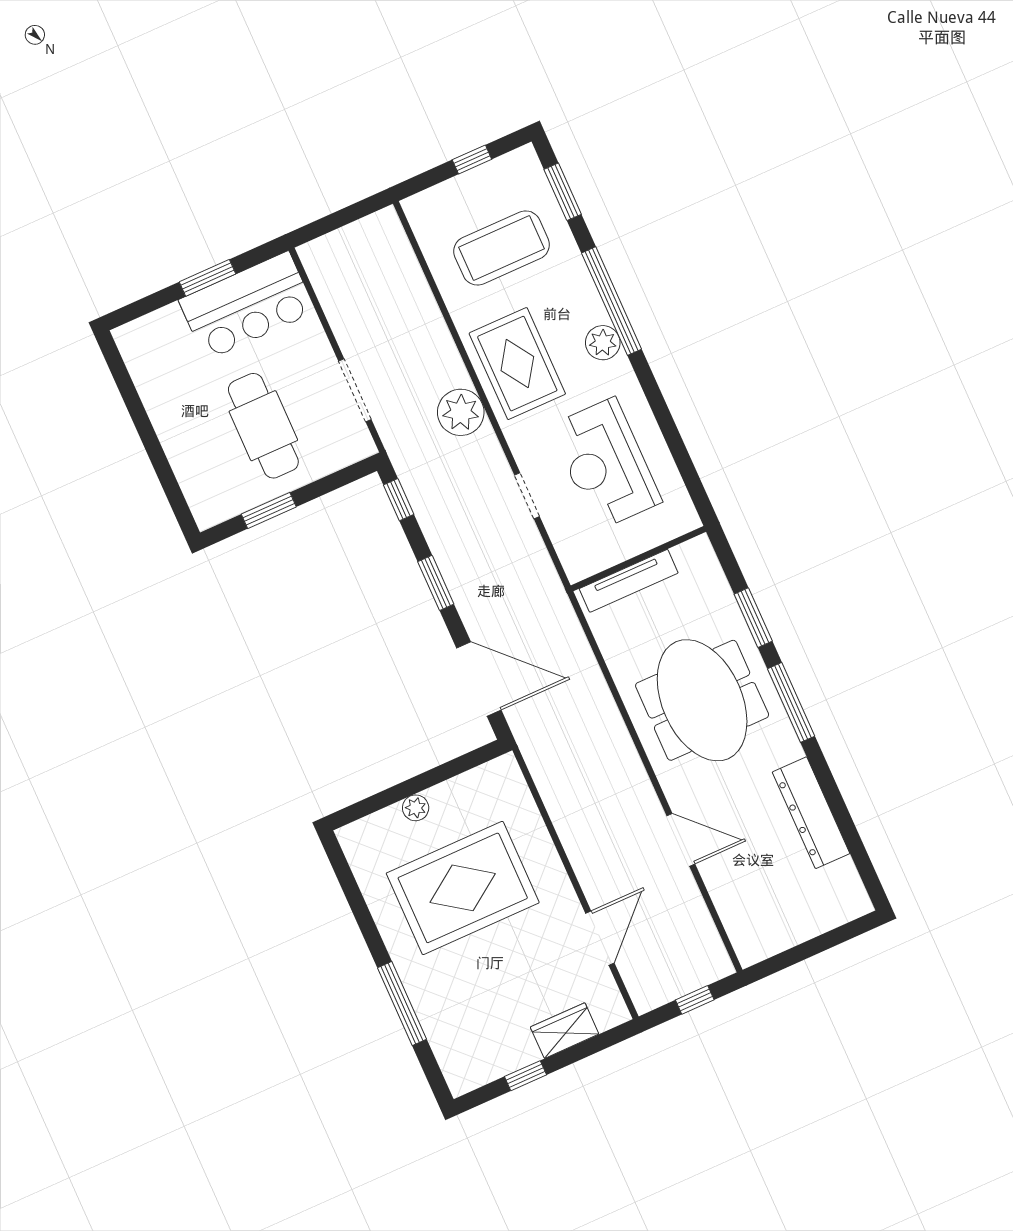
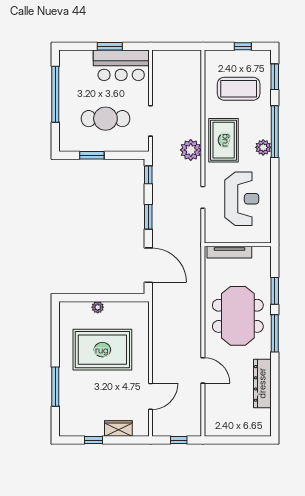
window: (142, 422) -> (55, 94), added
cafe table: (263, 426) -> (105, 119), turned 90
reception desk: (606, 464) -> (242, 199), turned 180

